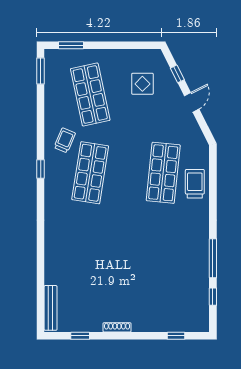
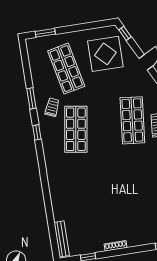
window: (41, 71) -> (31, 98), moved
window: (177, 74) -> (125, 33), moved
display table: (142, 84) -> (105, 54), width x1.86, depth x1.86

